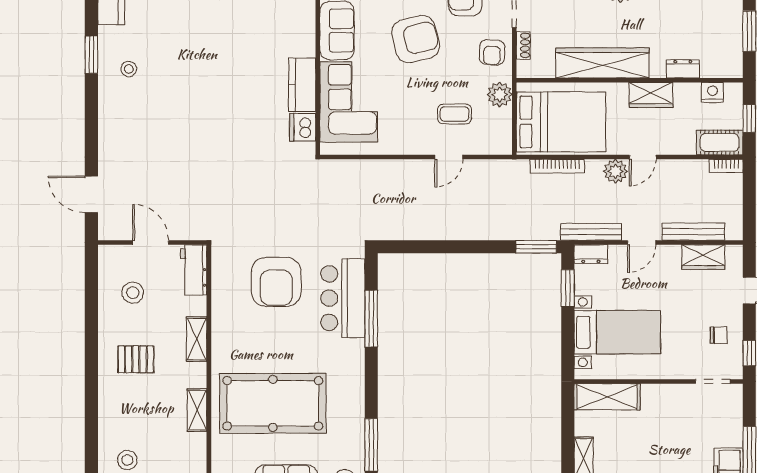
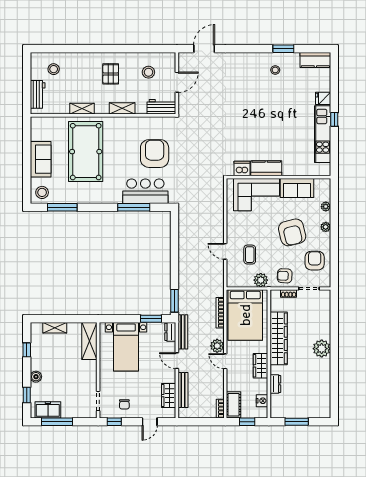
armchair: (276, 282) -> (155, 154), turned 90

